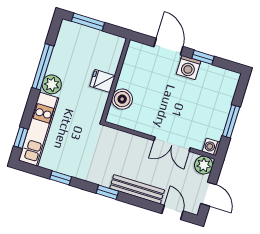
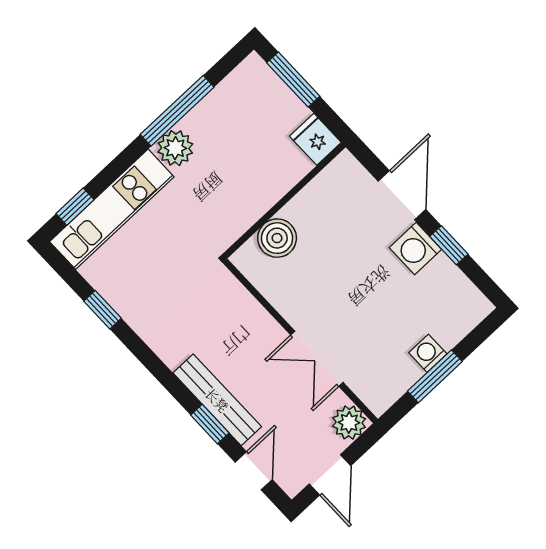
fridge: (102, 81) -> (315, 139), moved
washing machine: (211, 147) -> (428, 353), moved
window: (107, 192) -> (210, 424), moved

